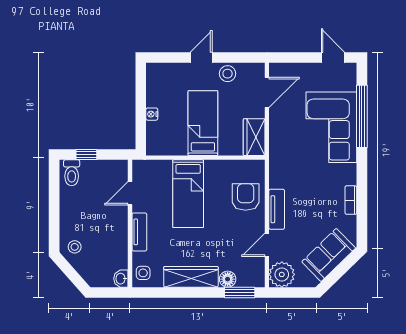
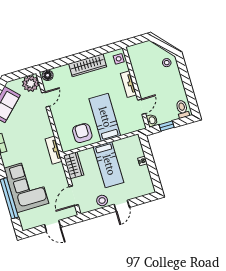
door: (333, 58) -> (53, 226), moved
window: (86, 155) -> (167, 126), moved
armchair: (246, 197) -> (82, 133), moved, turned 180
tv unit: (277, 209) -> (54, 150), moved
washbasin: (121, 279) -> (152, 120), moved
floor lamp: (228, 279) -> (48, 75), moved
window: (240, 292) -> (54, 64), removed

